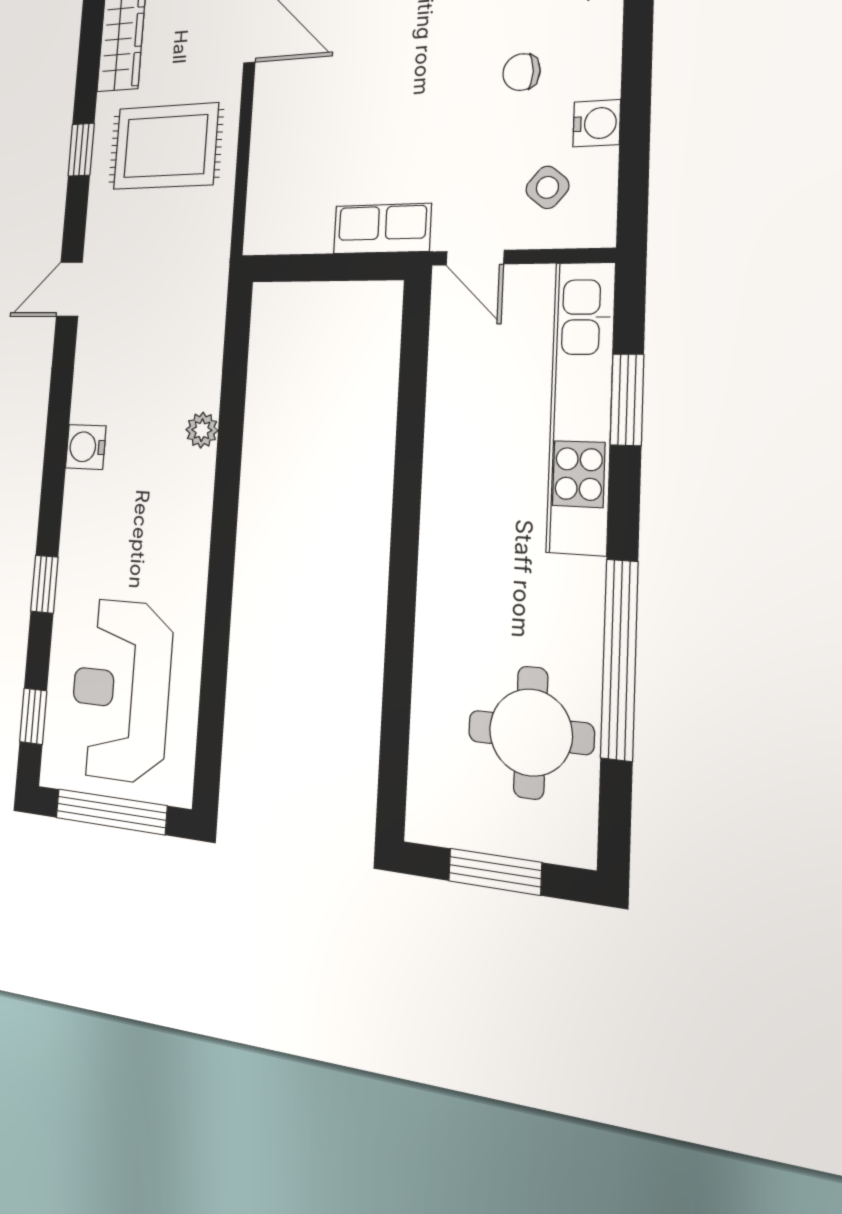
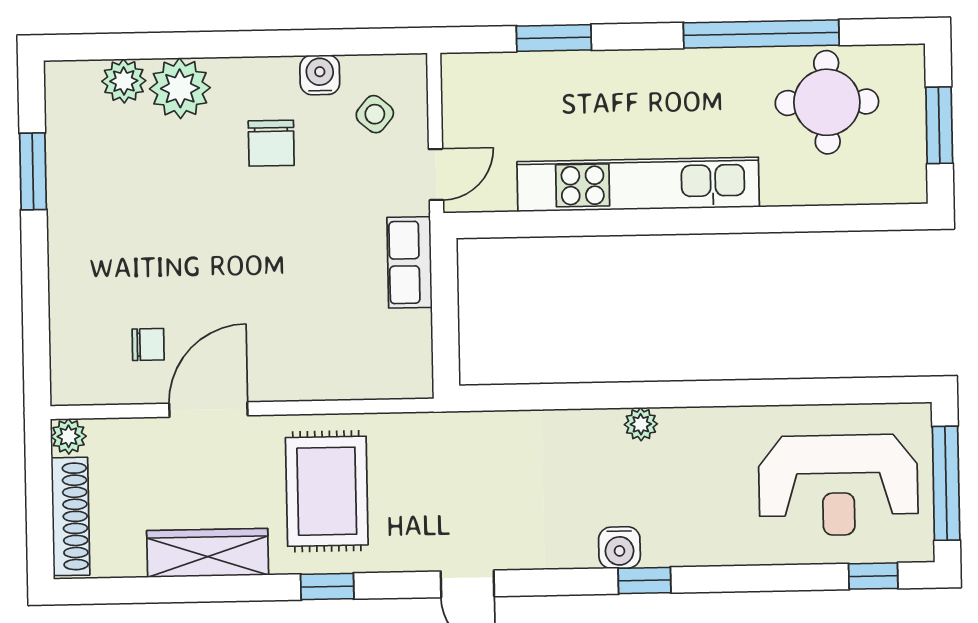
chair: (521, 72) -> (271, 143), width x1.37, depth x1.37
kitchen unit: (581, 407) -> (638, 184), moved, turned 180
plant: (202, 430) -> (641, 424), moved
window: (44, 584) -> (645, 580), moved

